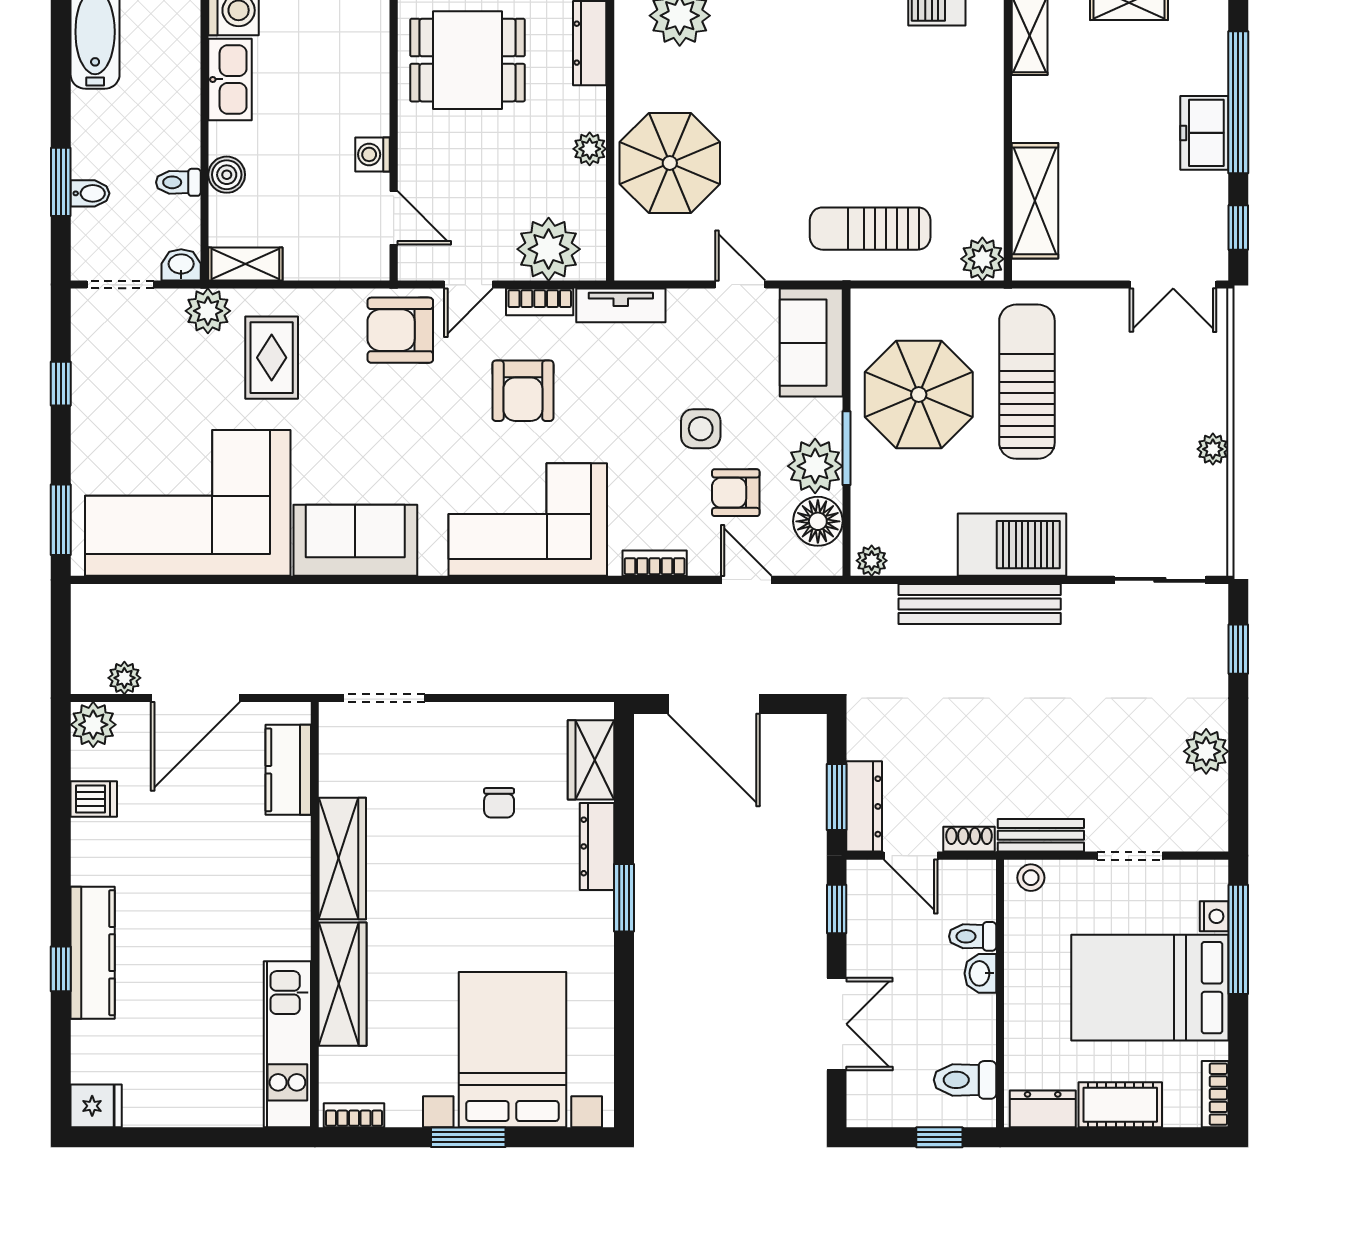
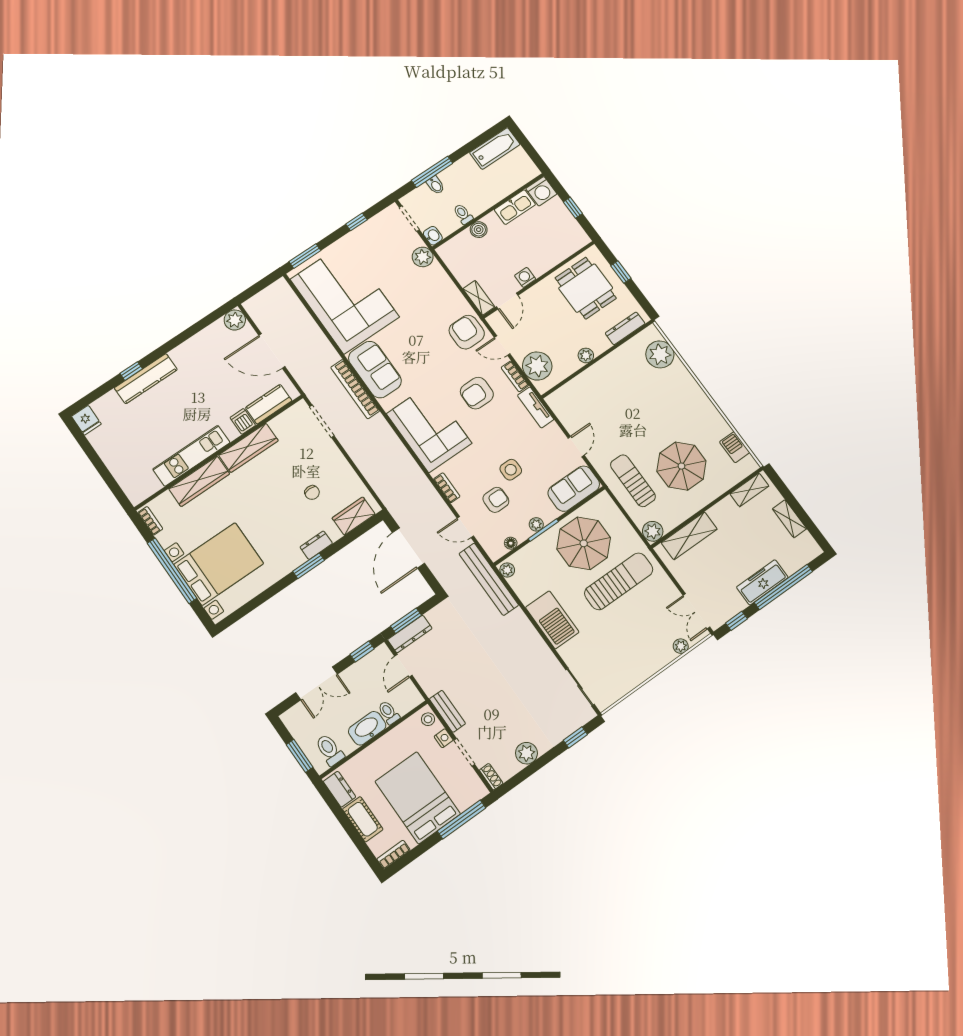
freezer: (1204, 133) -> (762, 582), width x1.40
parasol: (670, 163) -> (681, 466), moved
window: (61, 182) -> (432, 172), width x1.44
shelving: (245, 264) -> (479, 298), moved
rug: (272, 358) -> (422, 292), removed
plant: (1213, 449) -> (681, 646), moved
plant: (815, 466) -> (536, 524), width x0.53, depth x0.53
armchair: (736, 493) -> (496, 500), turned 90
floor lamp: (818, 521) -> (511, 543), width x0.53, depth x0.53
door: (746, 580) -> (465, 527), swing flipped
bookcase: (366, 600) -> (355, 389), added
bench: (980, 604) -> (489, 579), moved
plant: (124, 678) -> (261, 320), removed
dishwasher: (94, 799) -> (243, 421), moved, turned 180
chair: (499, 803) -> (312, 493), turned -90
shoe rack: (969, 839) -> (491, 777), moved
dresser: (597, 846) -> (316, 545), width x0.70
nightstand: (1214, 916) -> (444, 738), moved, turned -90
washbasin: (980, 973) -> (367, 728), width x1.91, depth x1.45
kitchen unit: (287, 1044) -> (191, 456), moved
window: (468, 1137) -> (172, 571), width x2.11
window: (939, 1137) -> (300, 756), width x1.50

